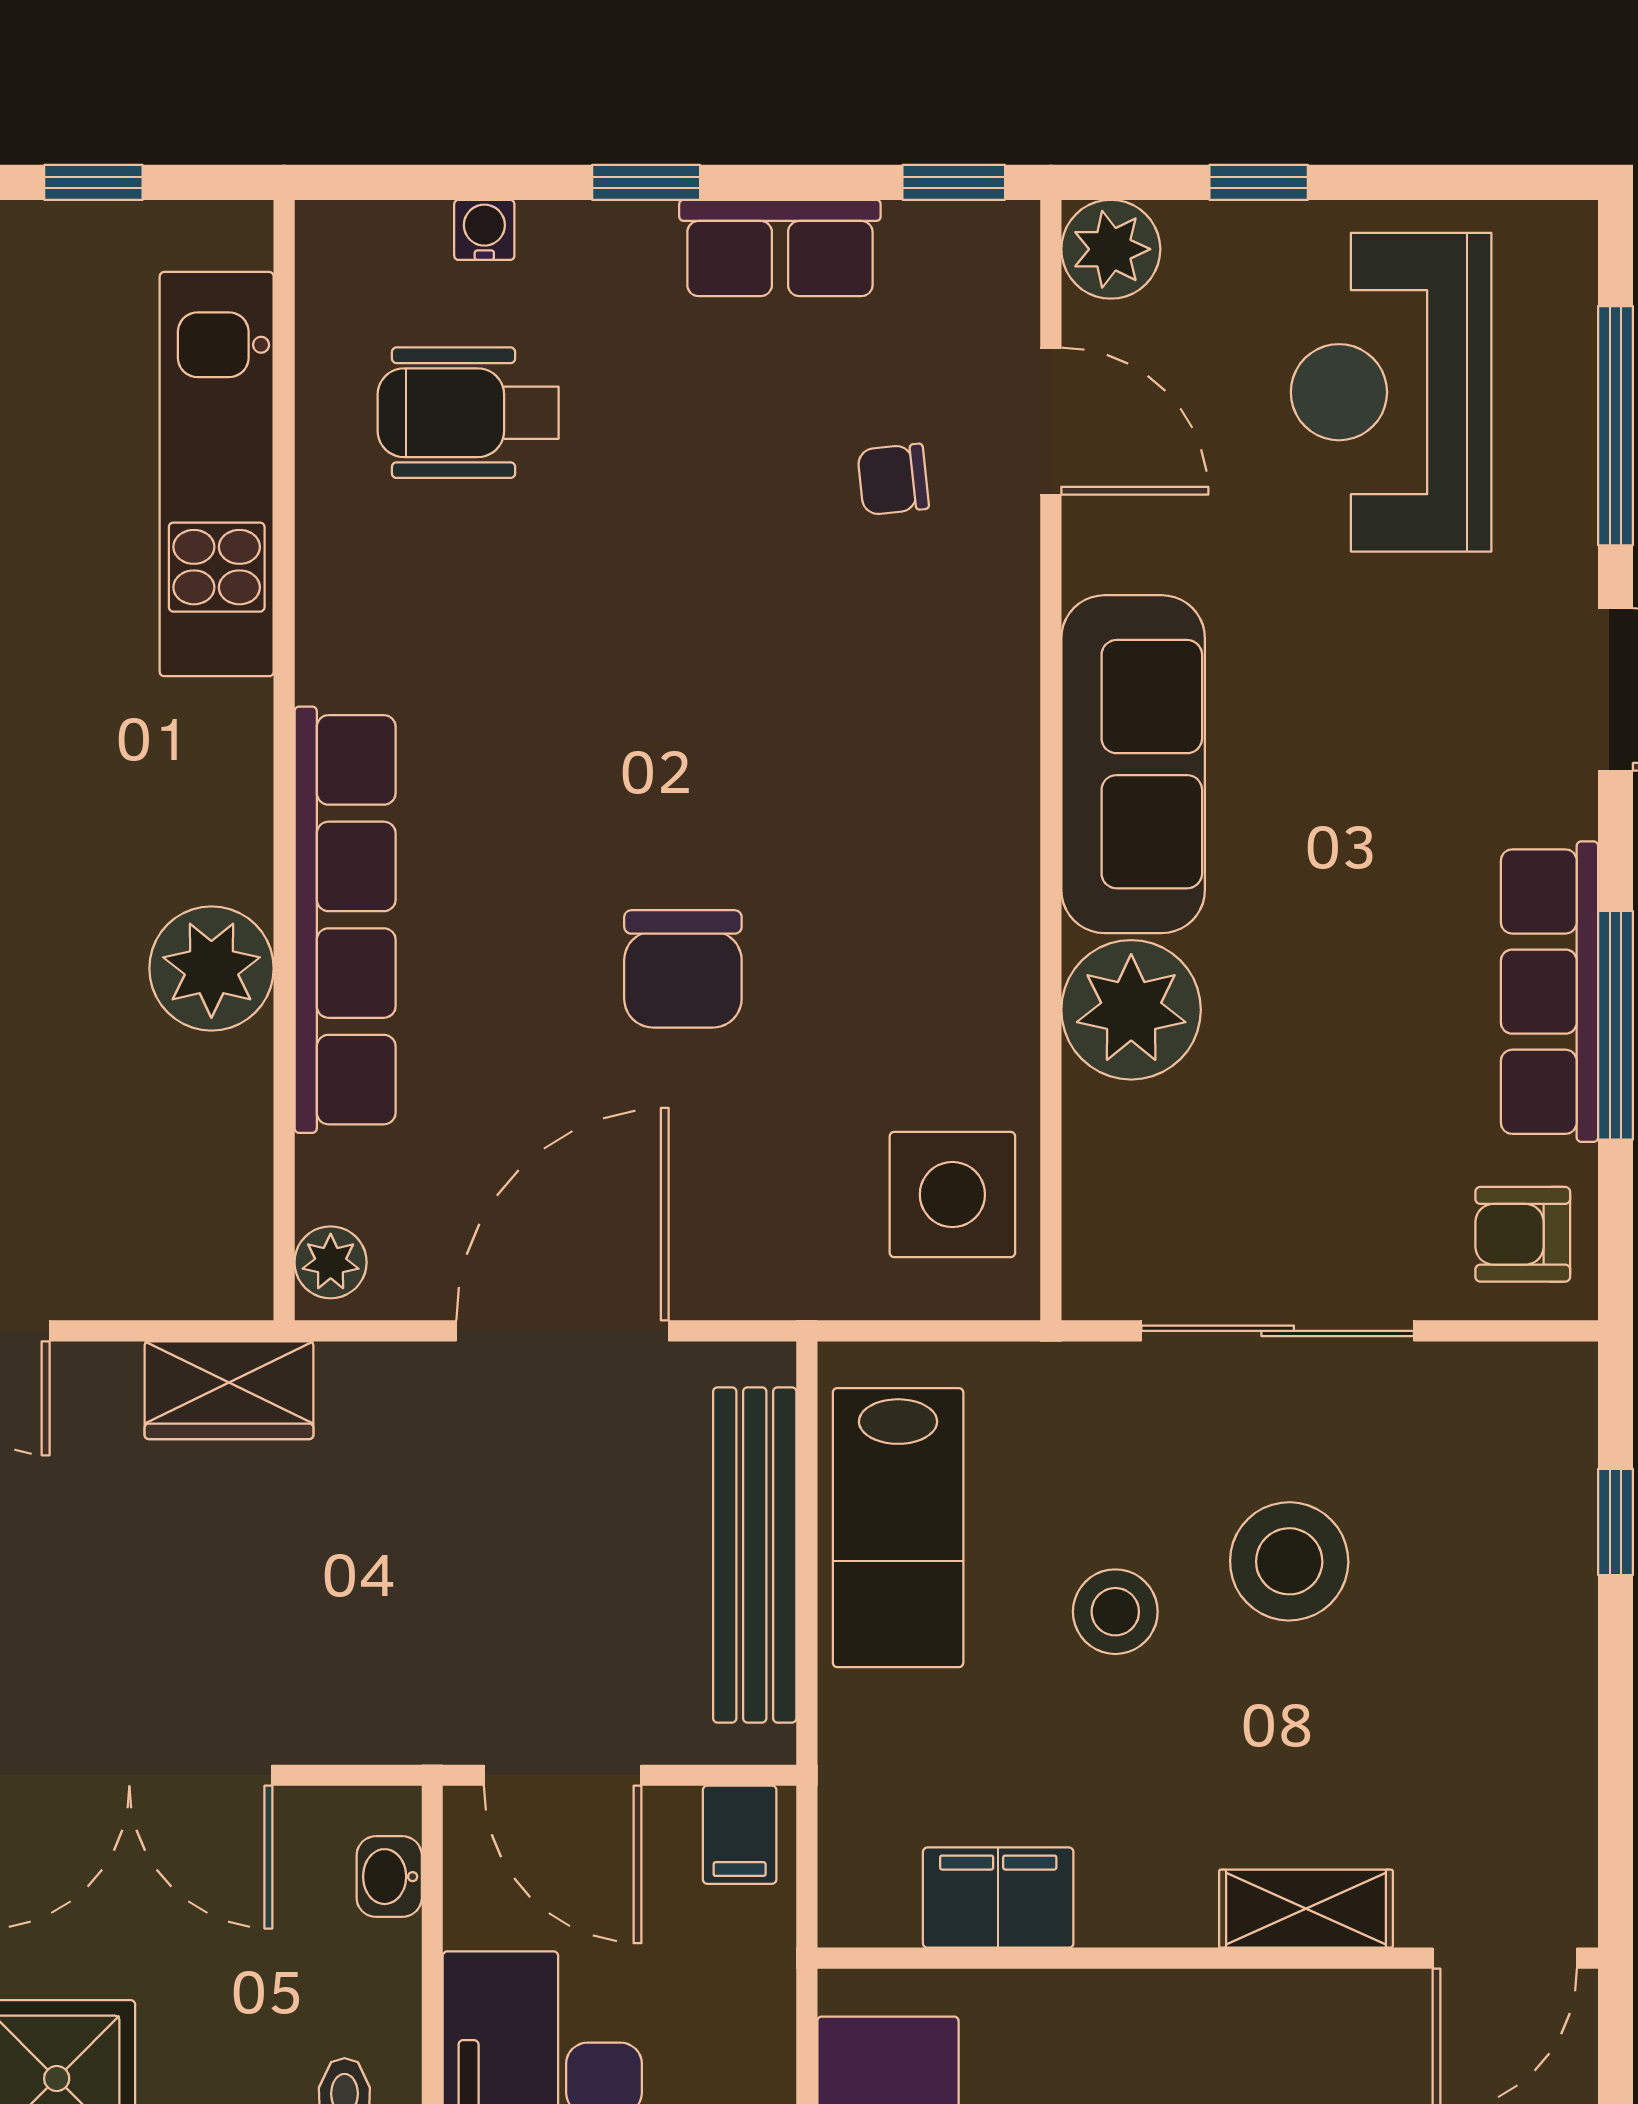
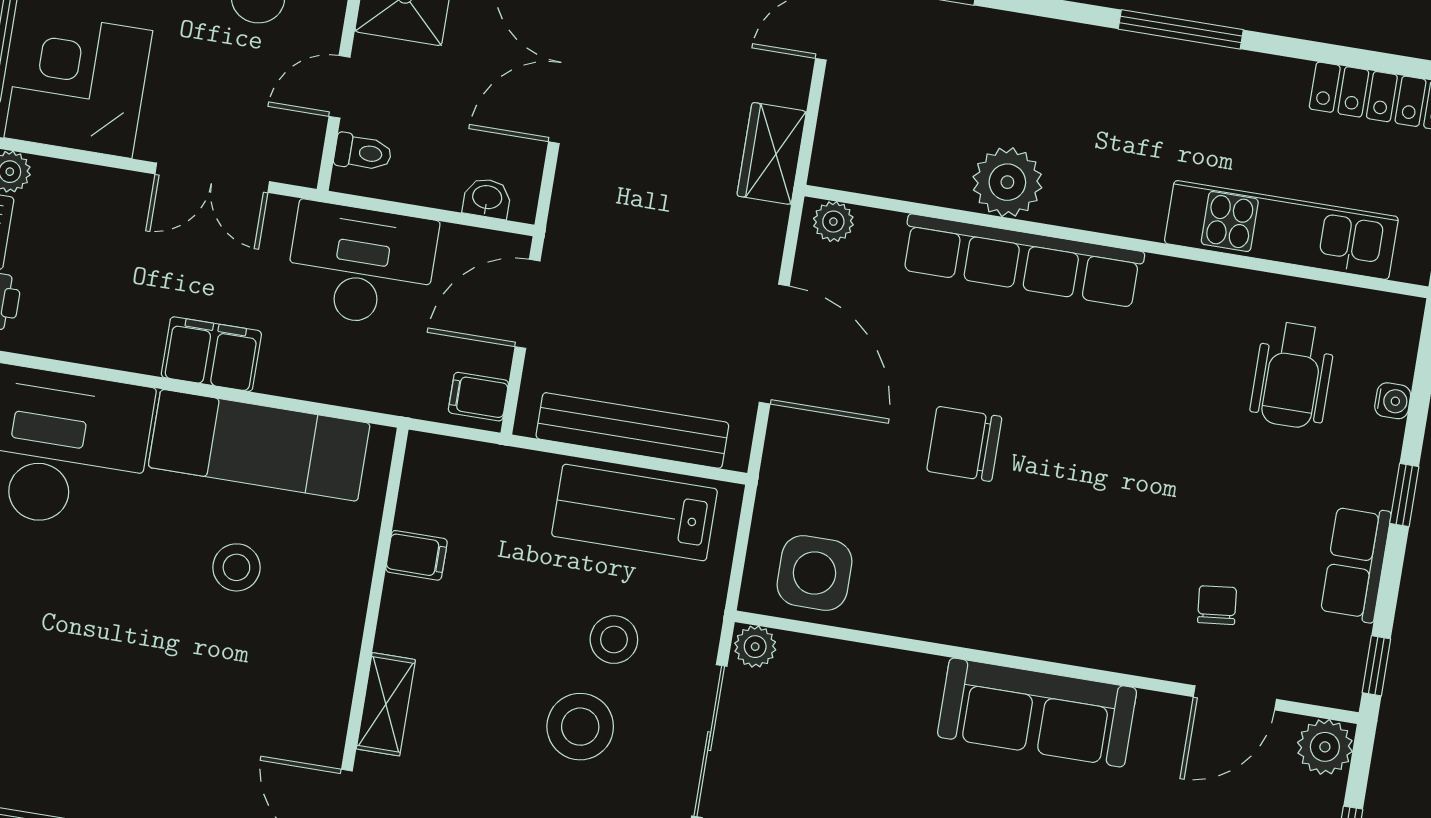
wheelchair: (468, 413) -> (1293, 375), turned 180
plant: (1131, 1010) -> (755, 647), moved, width x0.53, depth x0.53
stool: (1115, 1612) -> (614, 640), moved
filing cabinet: (998, 1898) -> (417, 555), width x0.50

